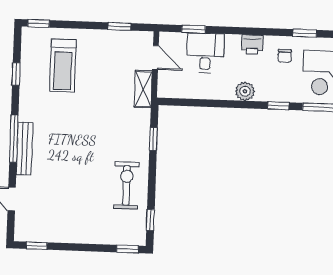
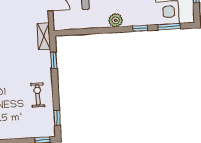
shelving: (143, 89) -> (44, 36), moved
exercise bike: (126, 185) -> (38, 95), width x0.73, depth x0.72

